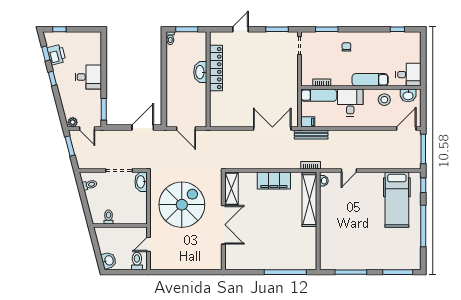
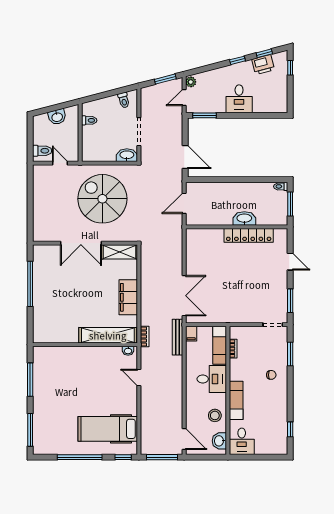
spiral stairs: (182, 205) -> (102, 199), turned 180
washbasin: (109, 260) -> (57, 117), moved
window: (285, 272) -> (30, 284), moved

